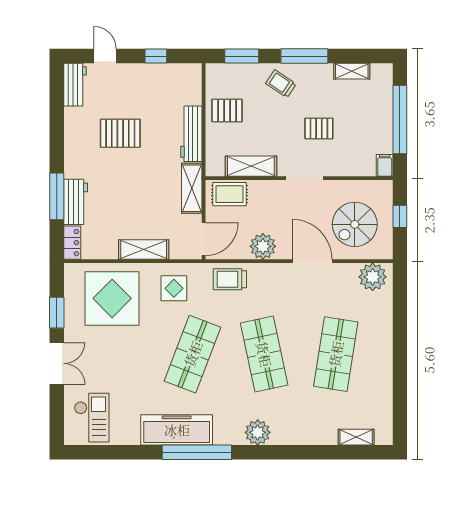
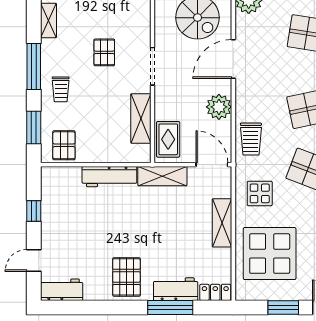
trolley: (281, 84) -> (61, 89), turned -34
pallet: (227, 111) -> (64, 145), moved
pallet: (120, 133) -> (126, 277), moved

